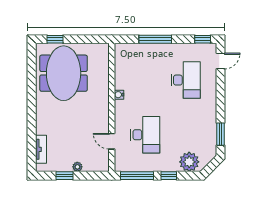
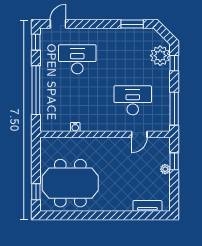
window: (155, 39) -> (36, 90), width x1.46
door: (221, 61) -> (58, 24), hinge flipped
water cooler: (119, 95) -> (75, 127), moved
window: (65, 176) -> (174, 161), moved
window: (169, 176) -> (174, 63), moved

